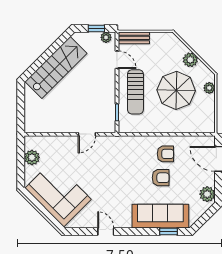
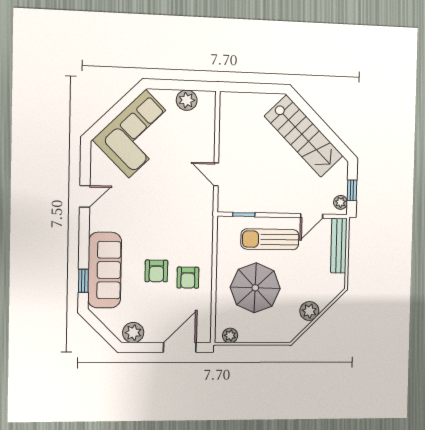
bench: (134, 38) -> (339, 246), width x1.36
plant: (209, 88) -> (230, 335), moved
parasol: (176, 90) -> (255, 288), moved

